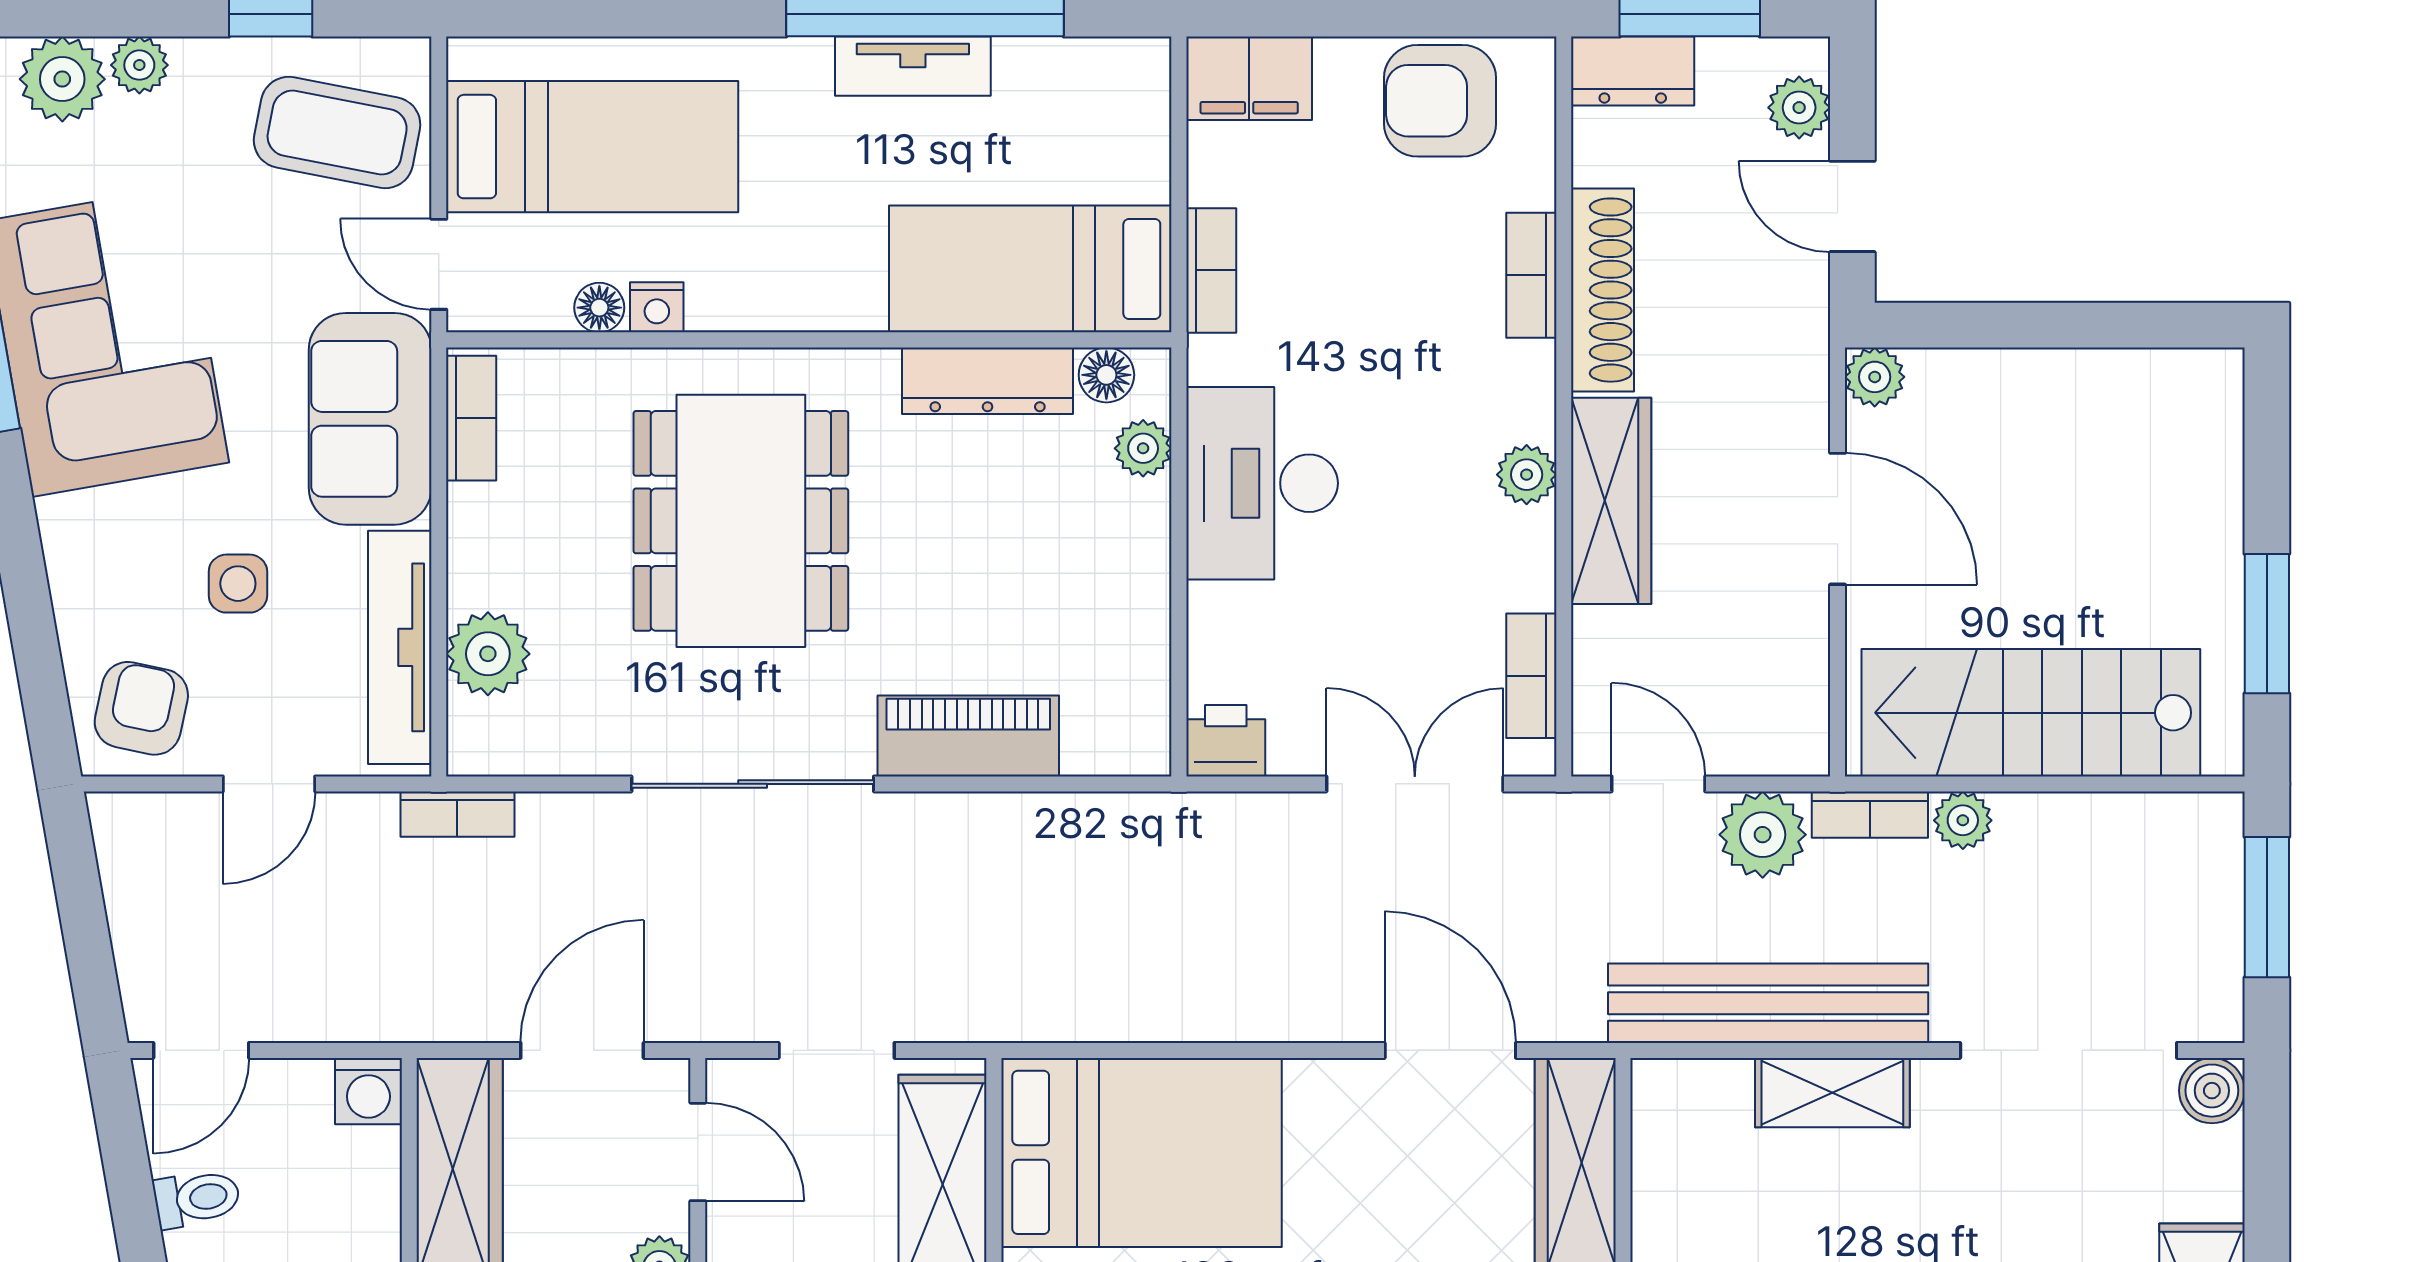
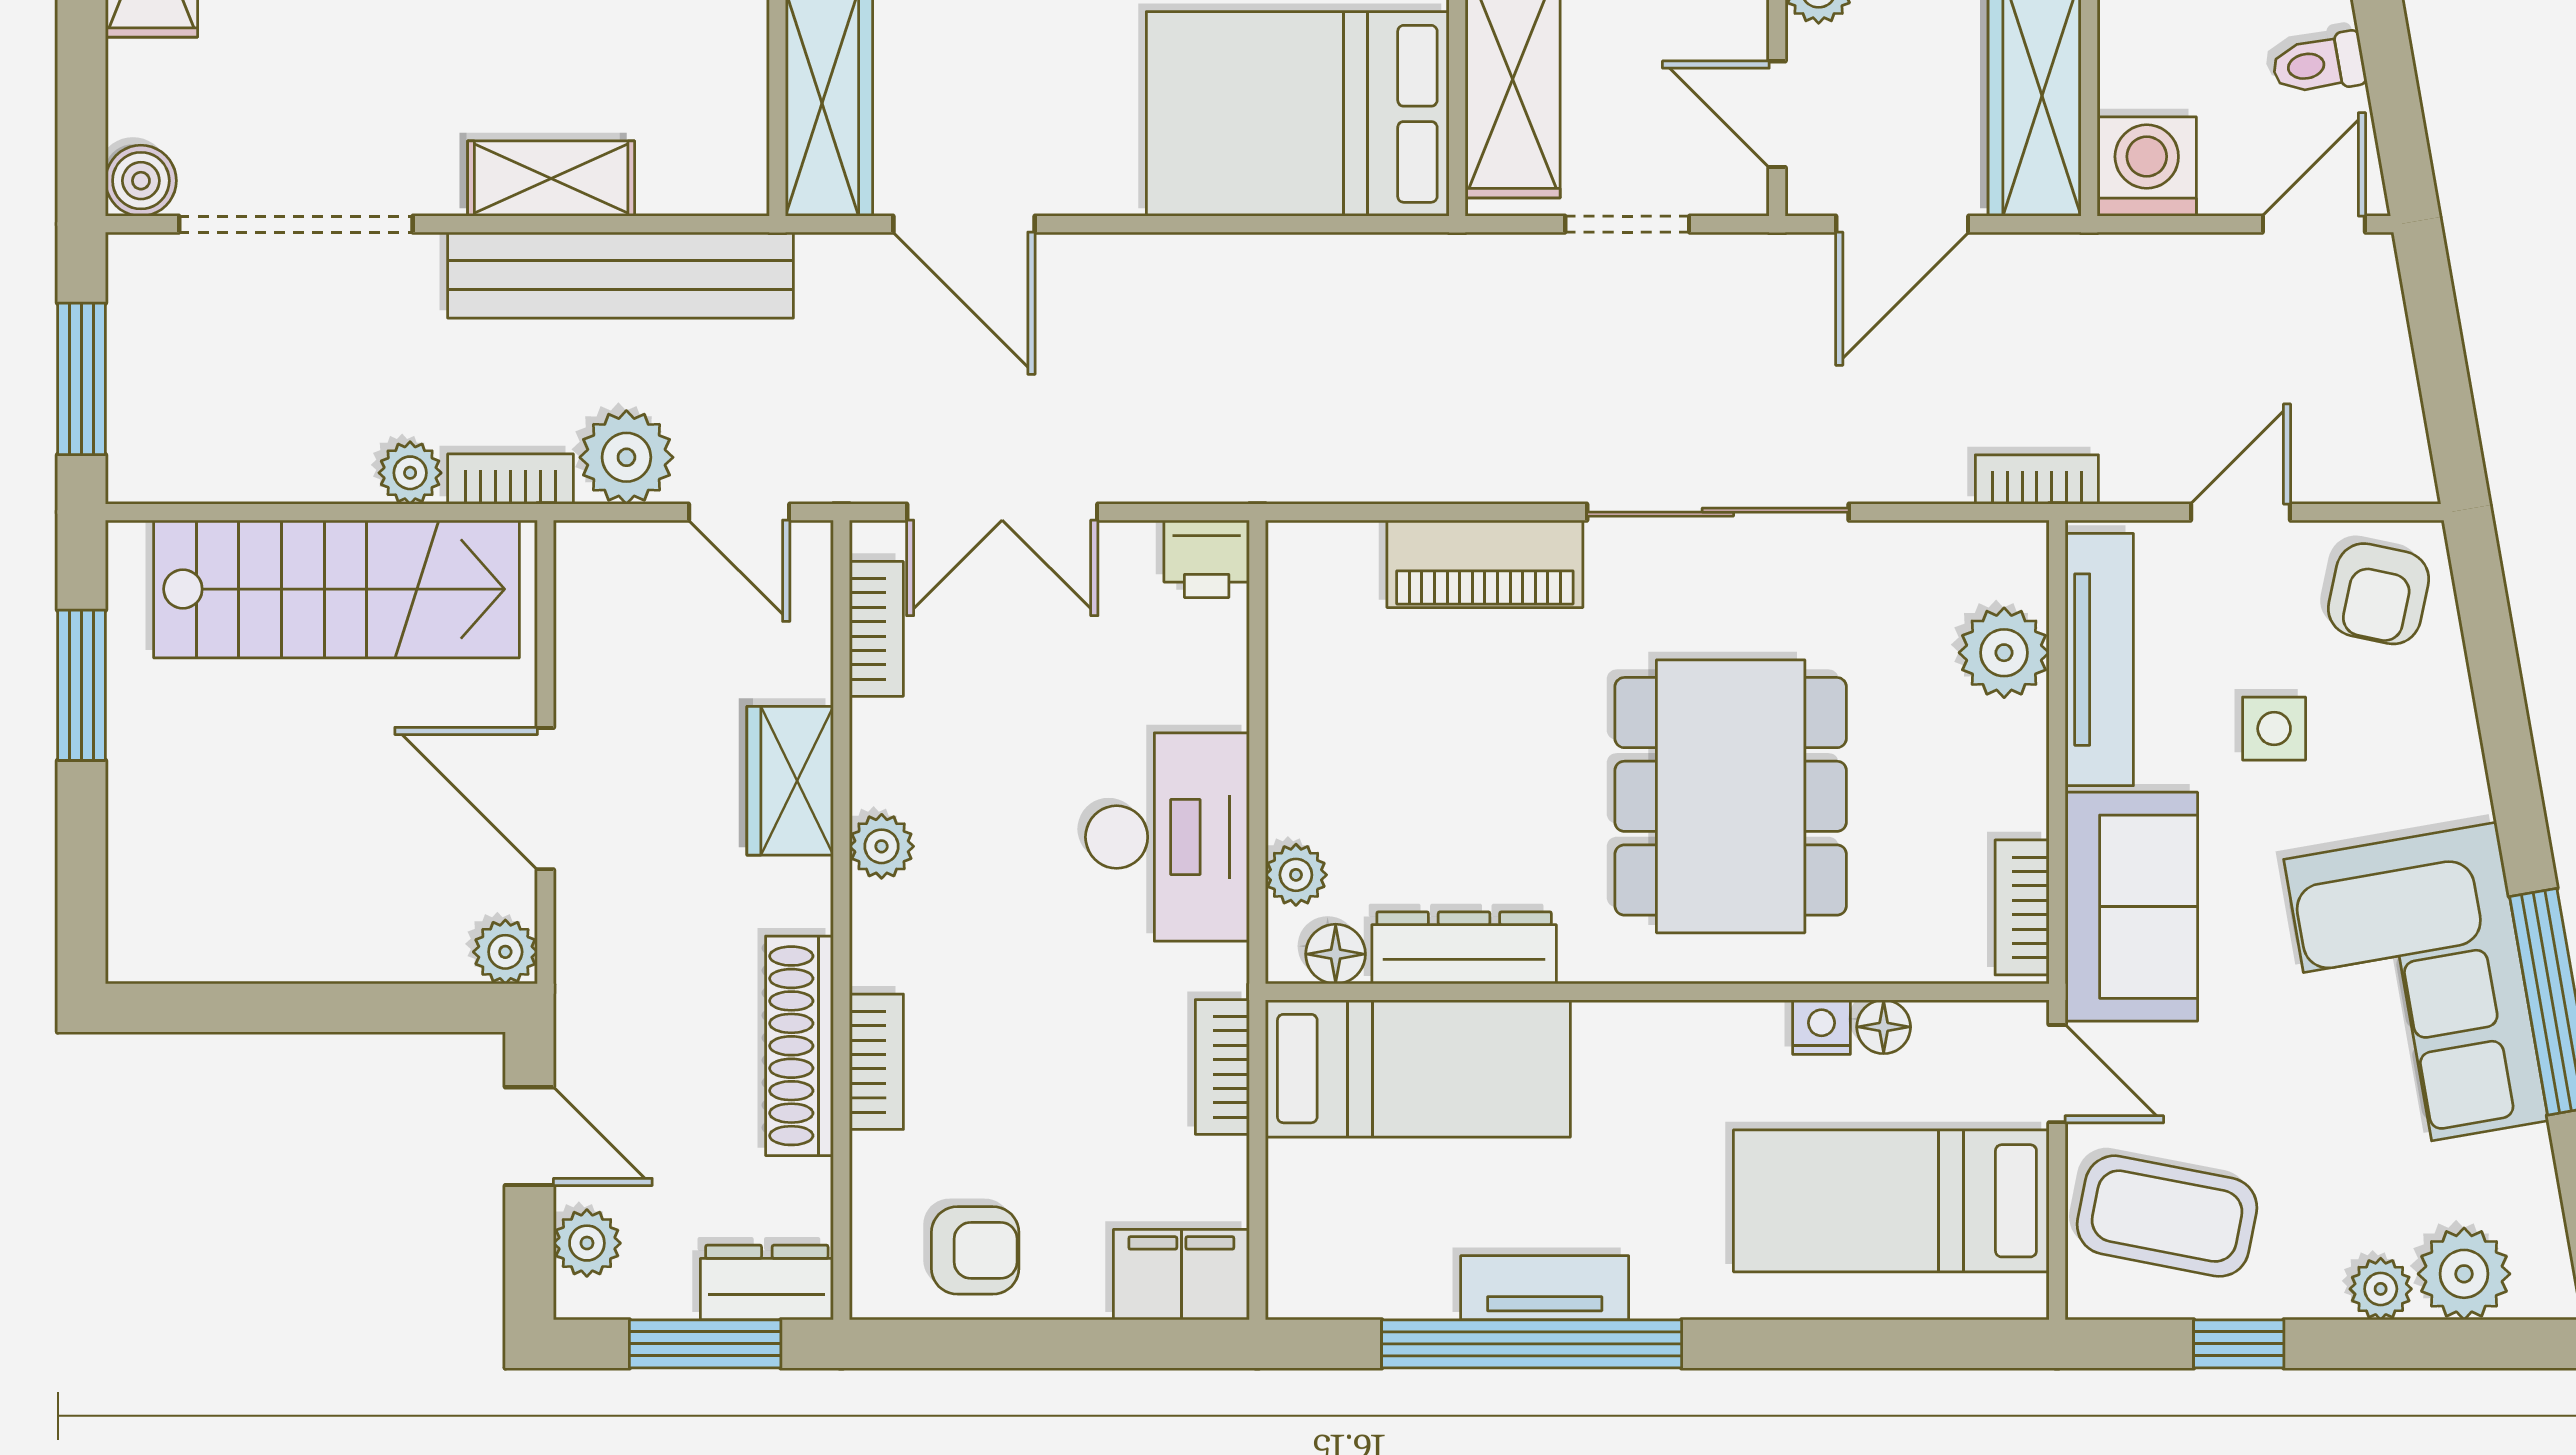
armchair: (1440, 101) -> (975, 1250), width x0.72, depth x0.72
wardrobe: (1611, 501) -> (790, 781), width x0.67
washing machine: (368, 1091) -> (2147, 166), width x1.38, depth x1.38

